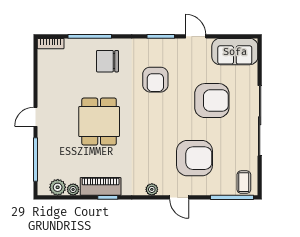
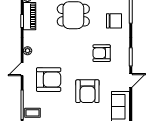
chair: (108, 61) -> (114, 21), turned 90
armchair: (195, 158) -> (49, 80), turned -90

